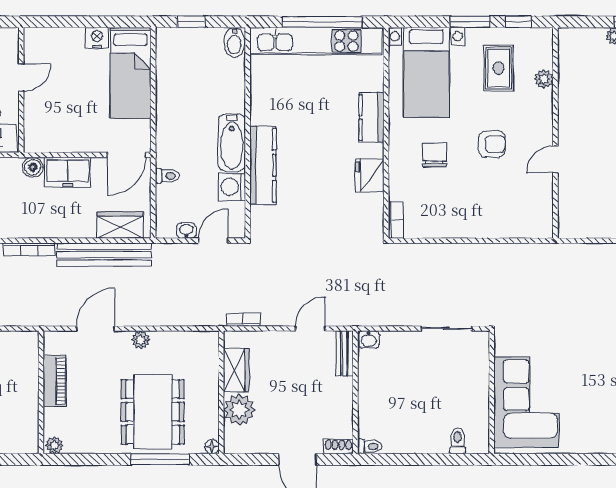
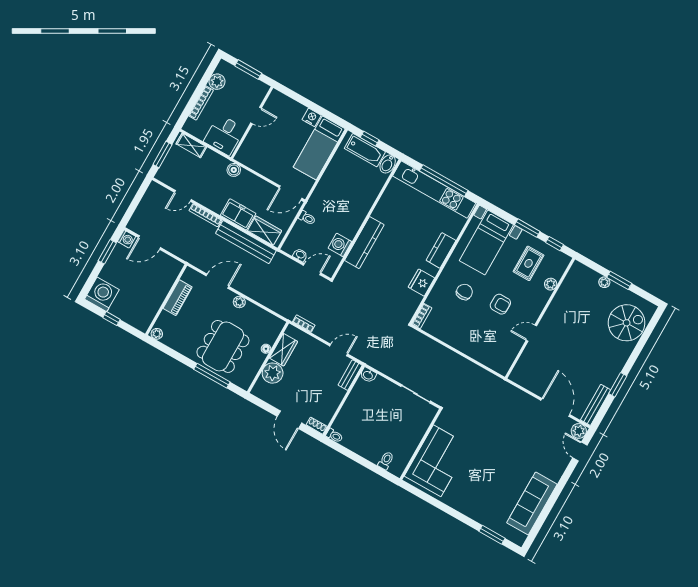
bathtub: (232, 143) -> (365, 150), moved, turned -90
freezer: (68, 172) -> (238, 214), moved, turned 180
floor lamp: (212, 447) -> (266, 349), moved

